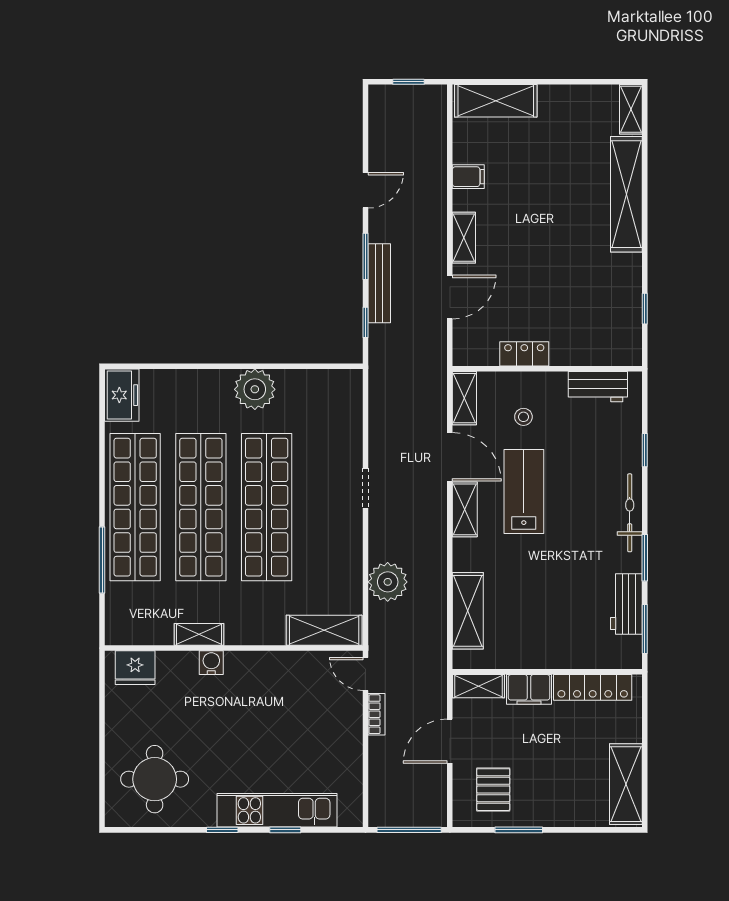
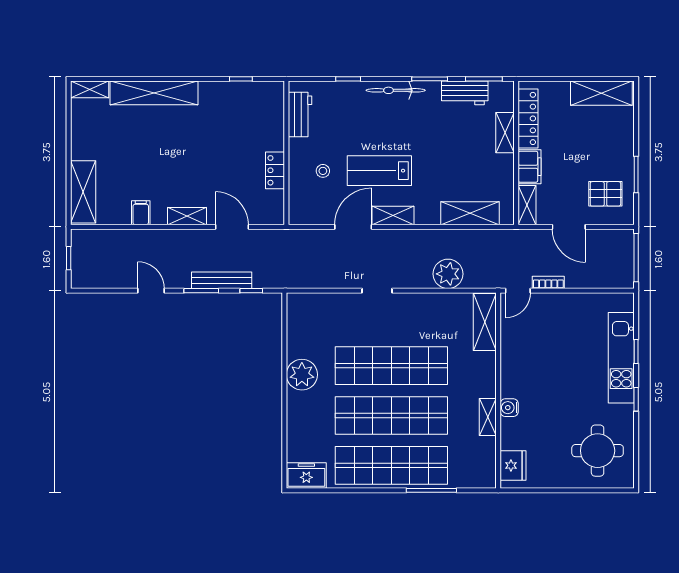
shelving: (464, 398) -> (505, 133), moved, turned 90

